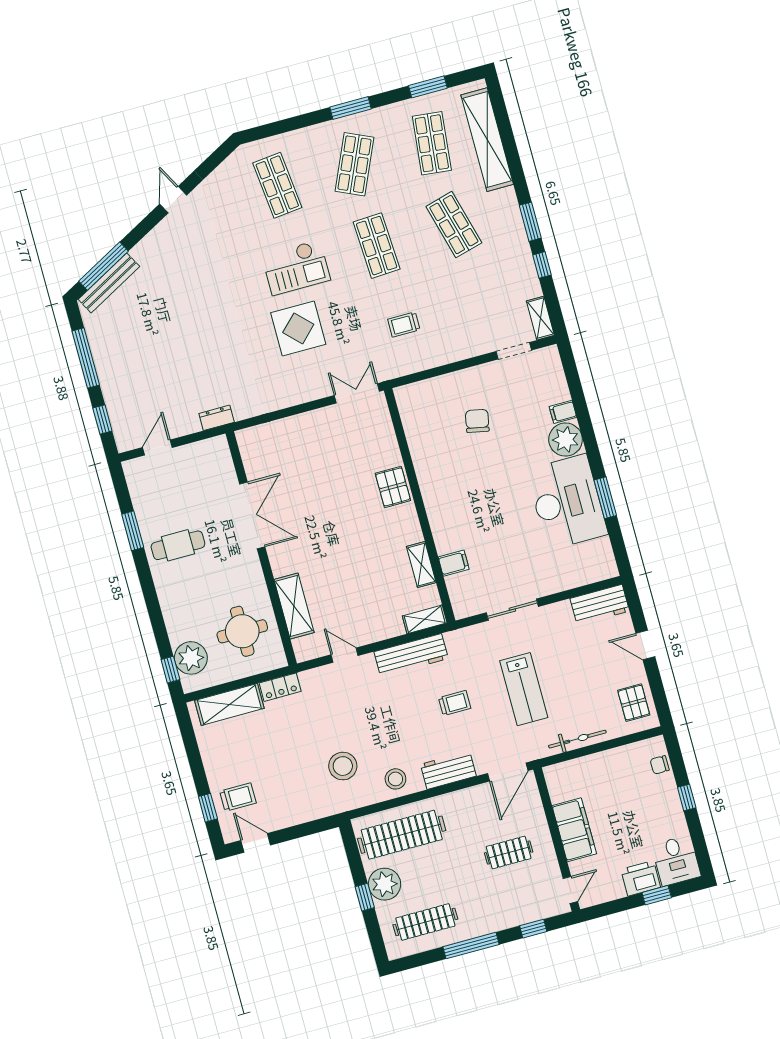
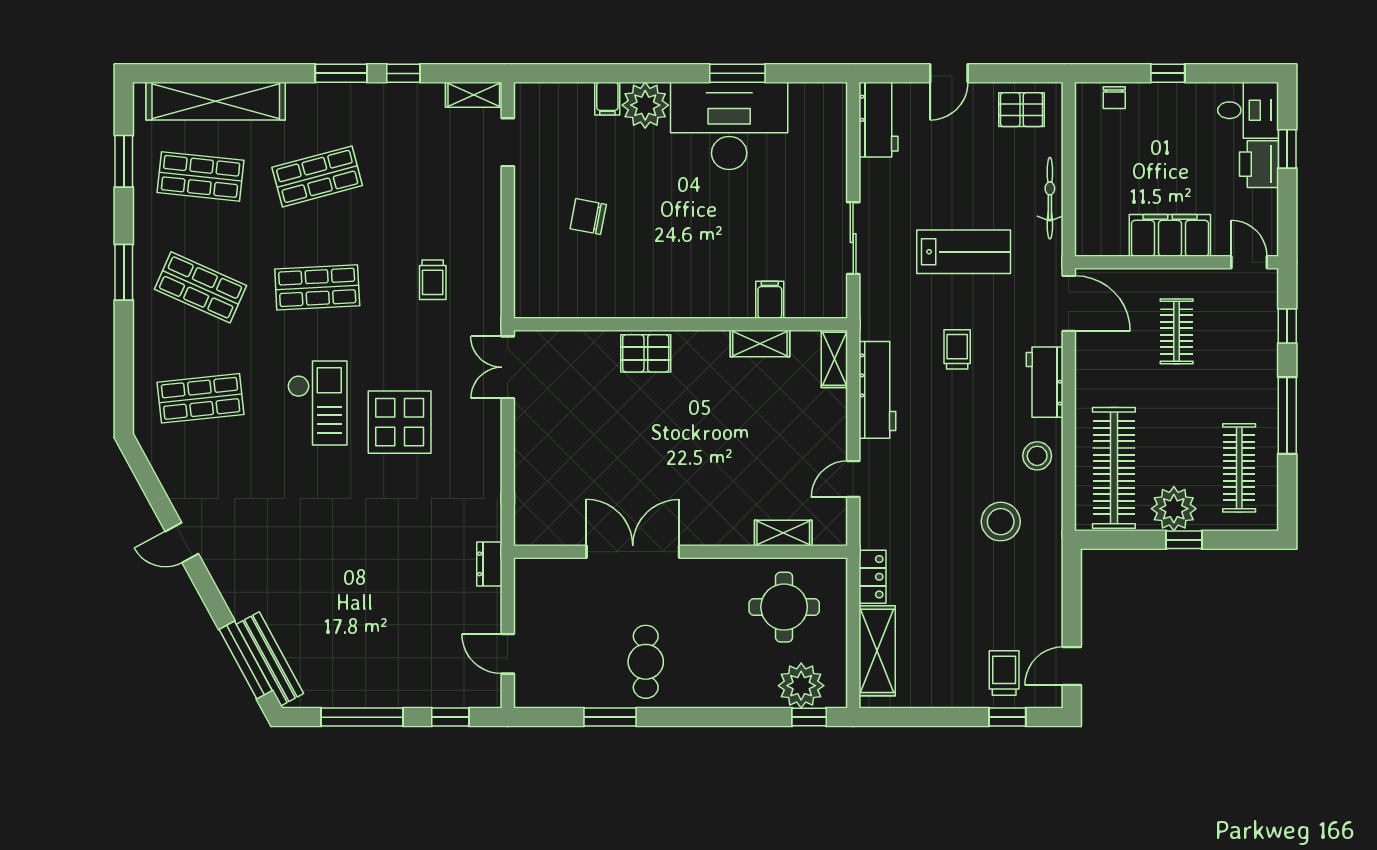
shelving: (294, 606) -> (783, 533), width x0.67, depth x0.75

